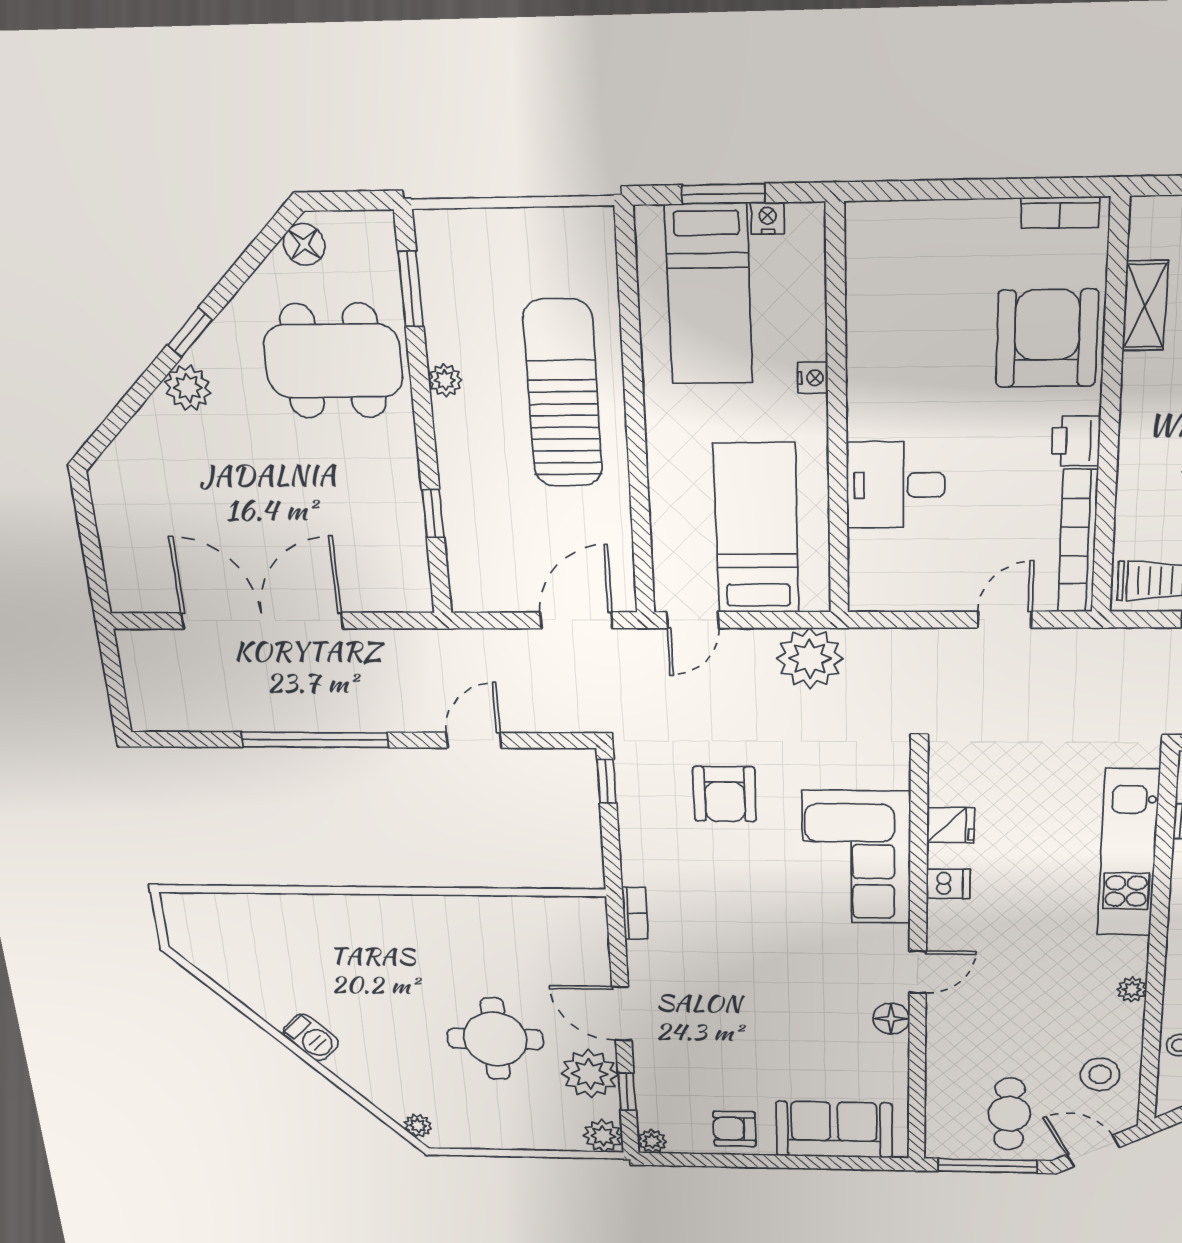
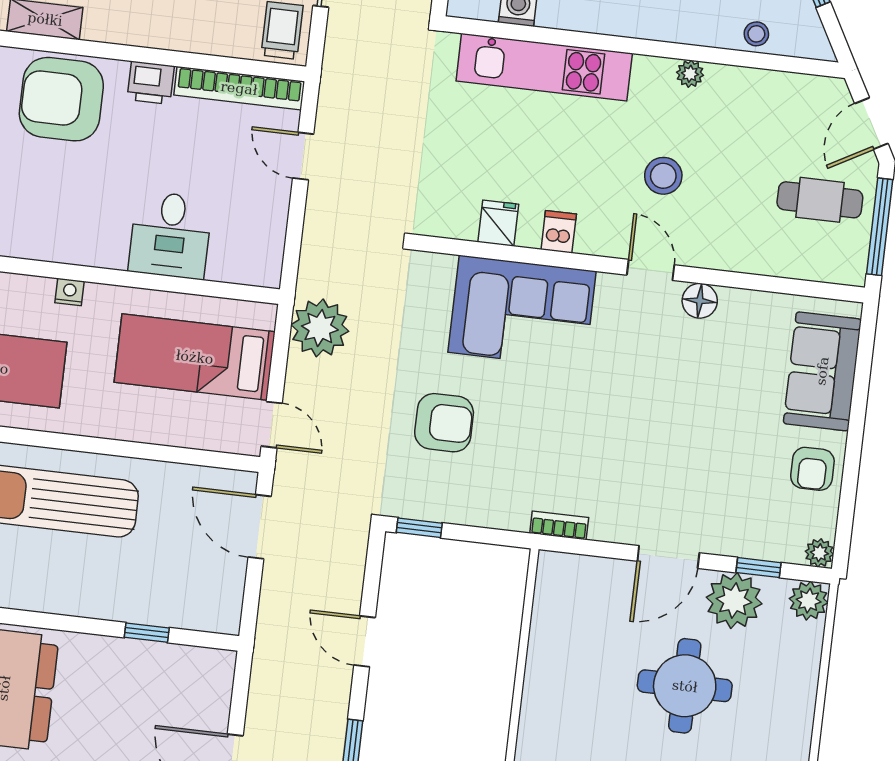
plant: (445, 380) -> (32, 598), removed
stool: (1100, 1074) -> (663, 176), moved

